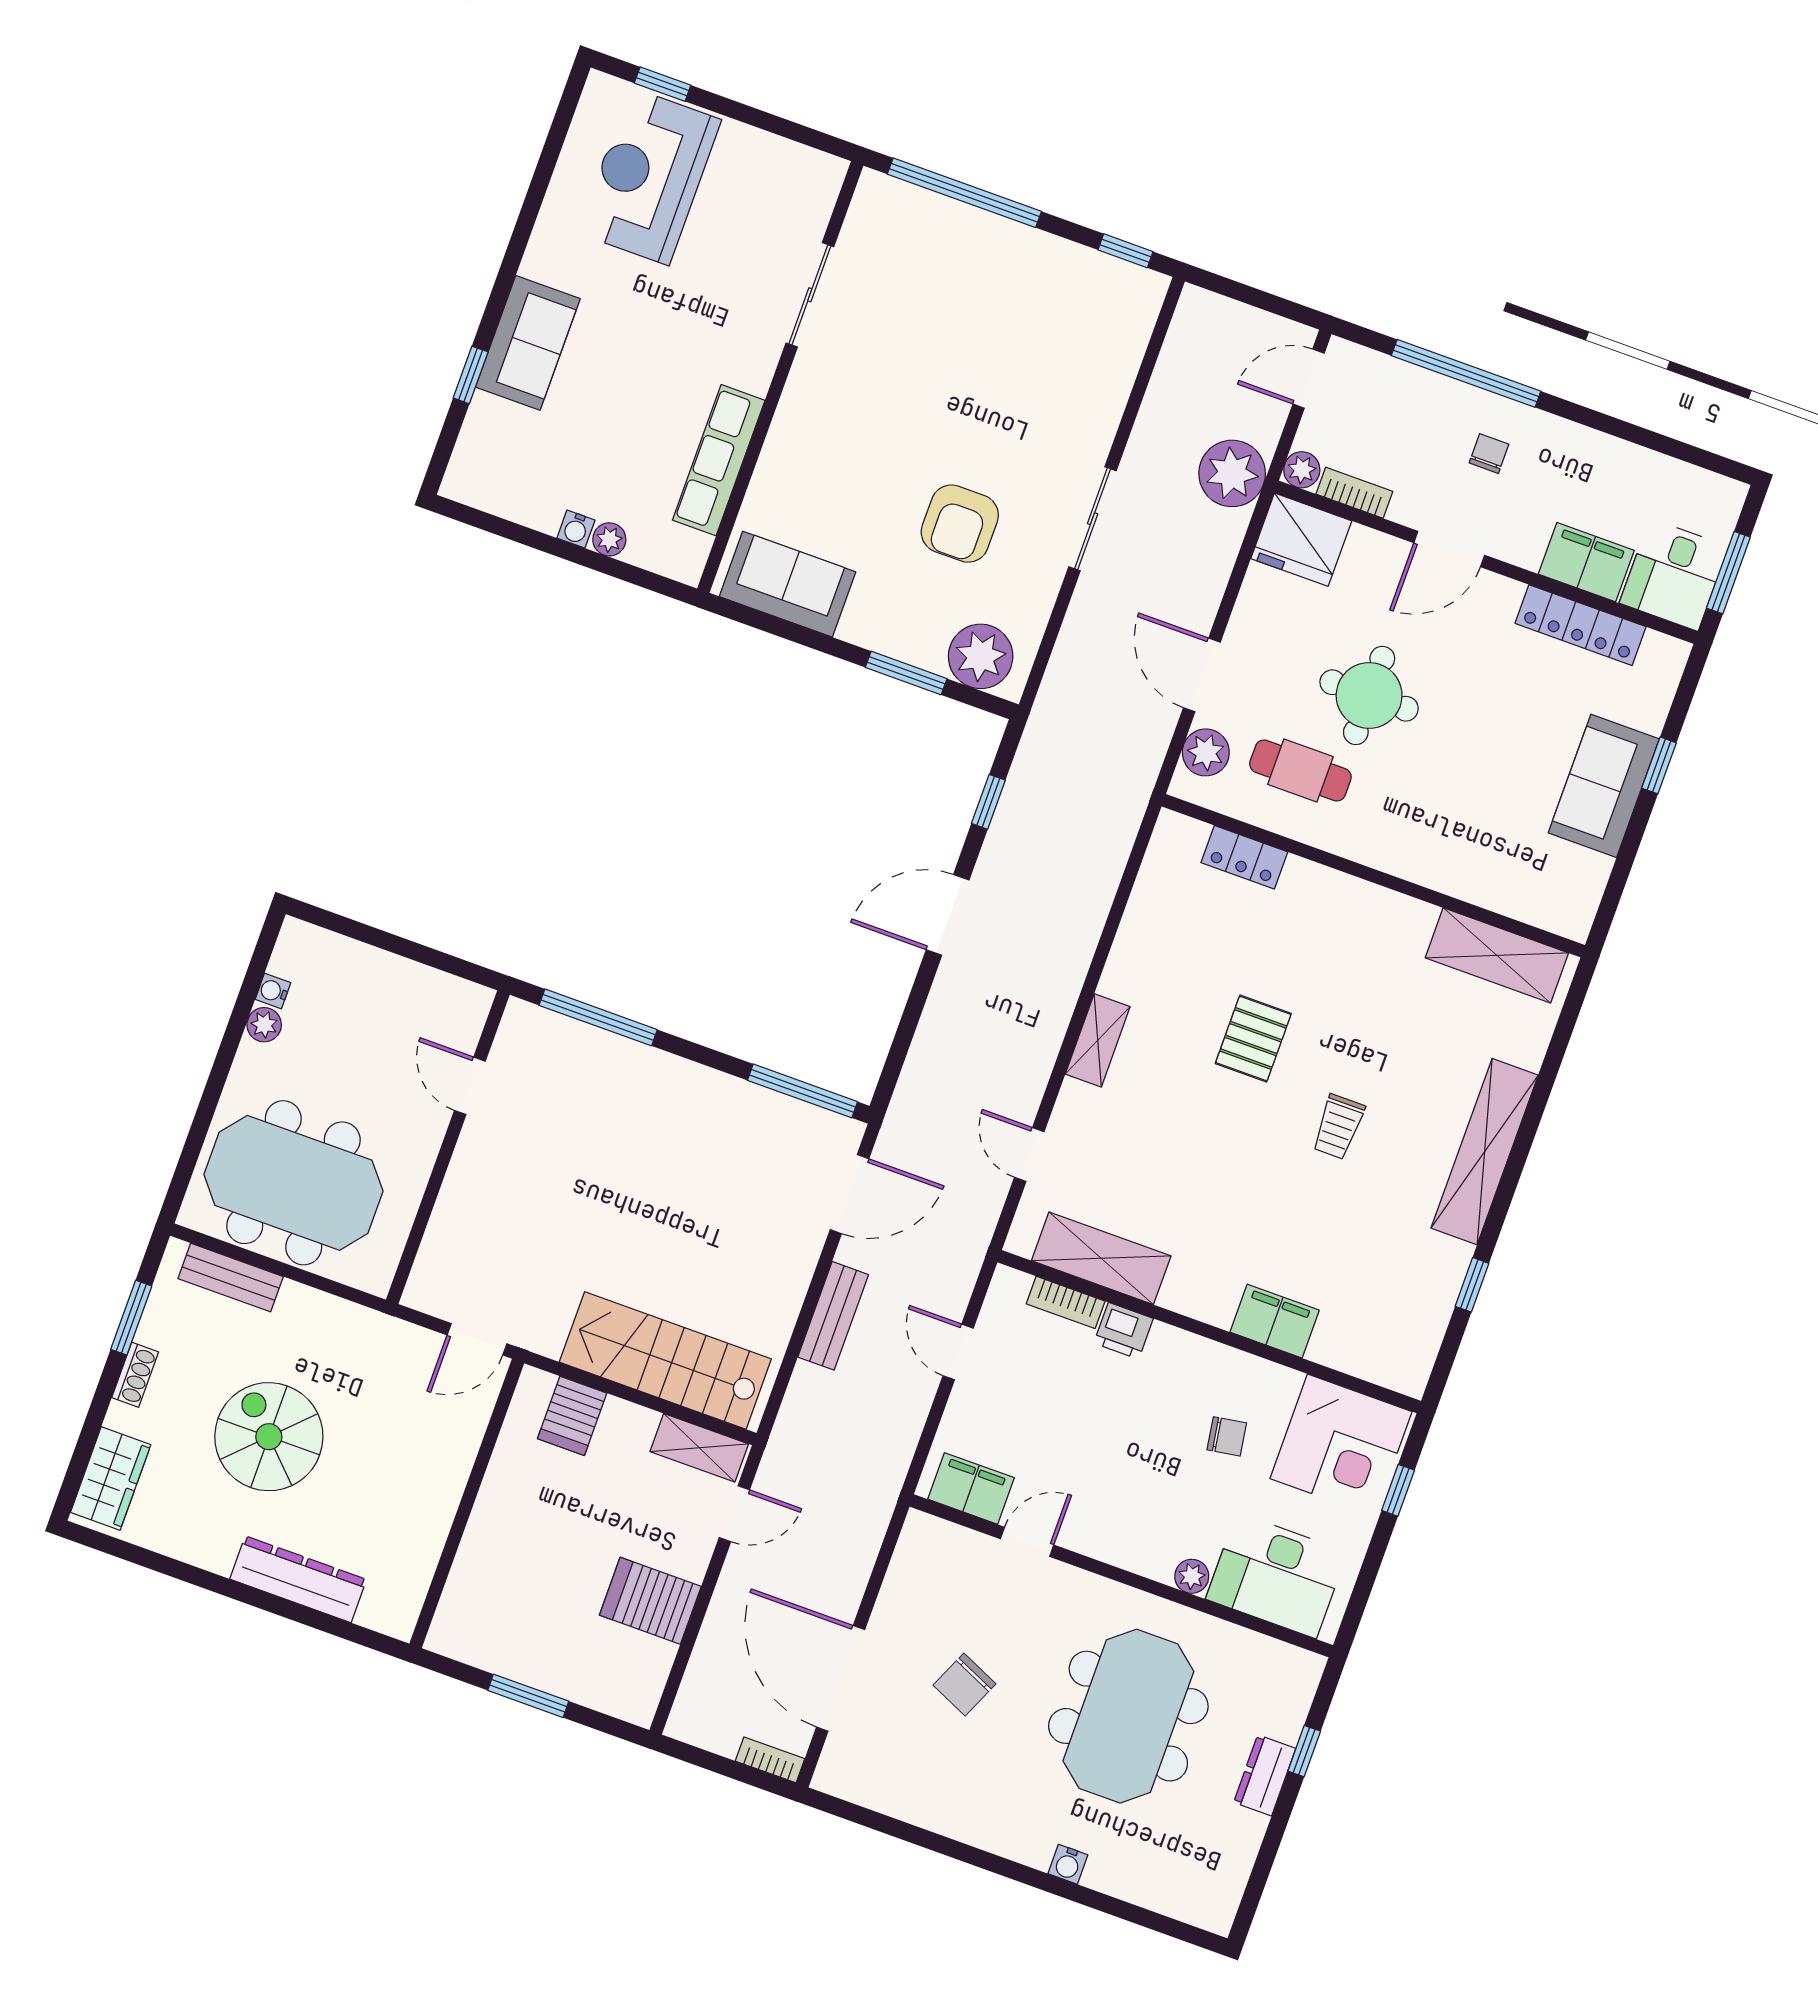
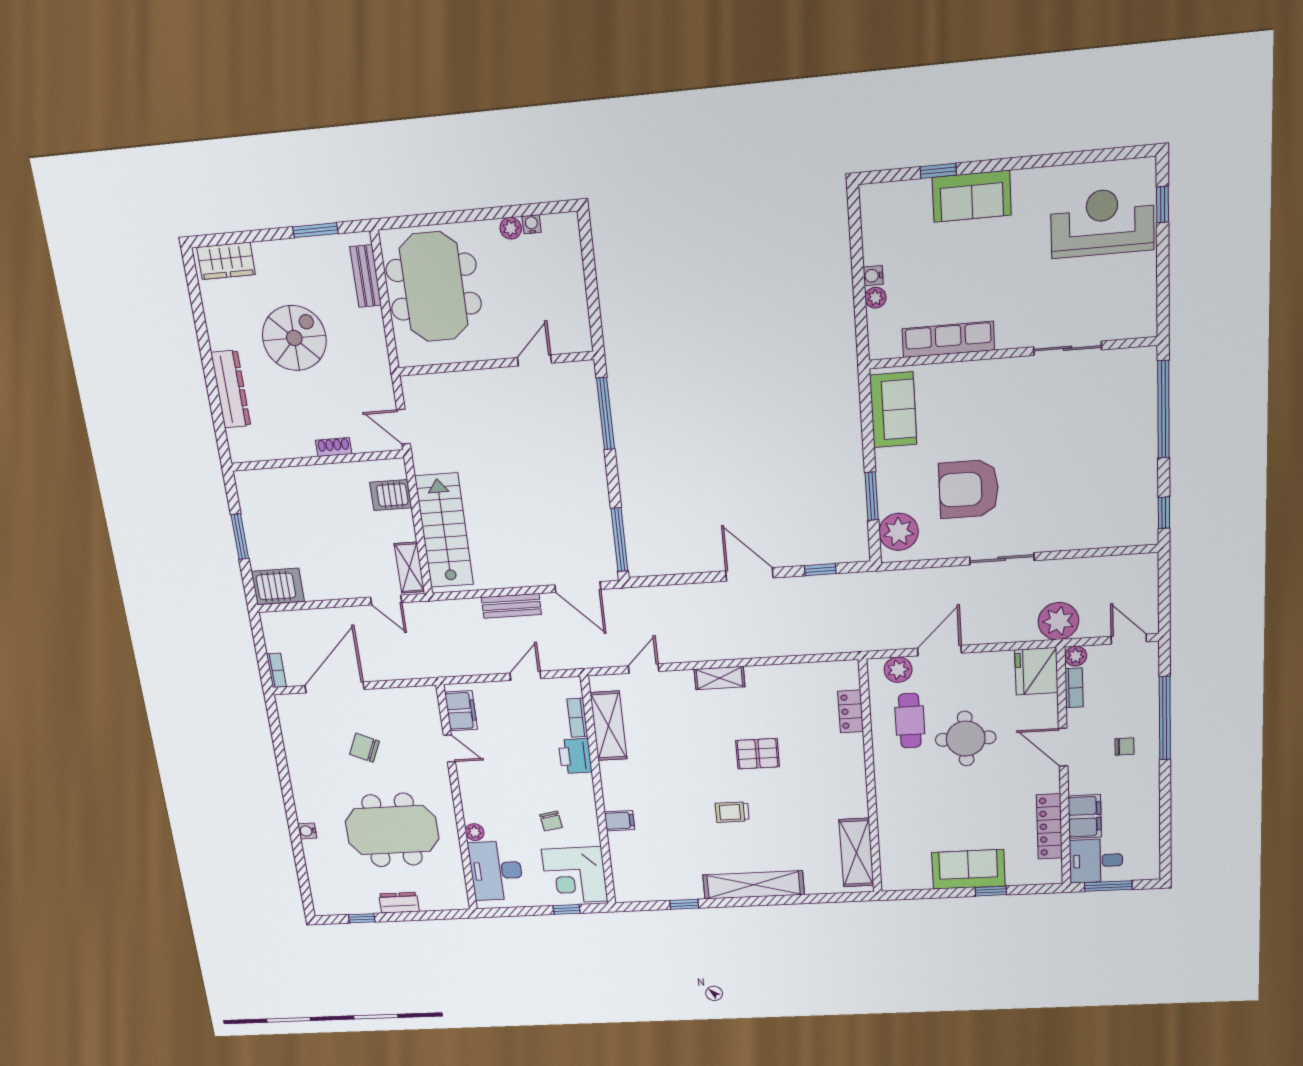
armchair: (960, 524) -> (969, 489), width x1.36, depth x1.36
filing cabinet: (1275, 1321) -> (619, 821), width x0.50
printer: (1123, 1331) -> (575, 756), width x1.36, depth x1.24
shoe rack: (135, 1375) -> (334, 447), moved, turned 180
server rack: (650, 1601) -> (278, 586), moved, turned 90
window: (1304, 1751) -> (362, 918), moved

